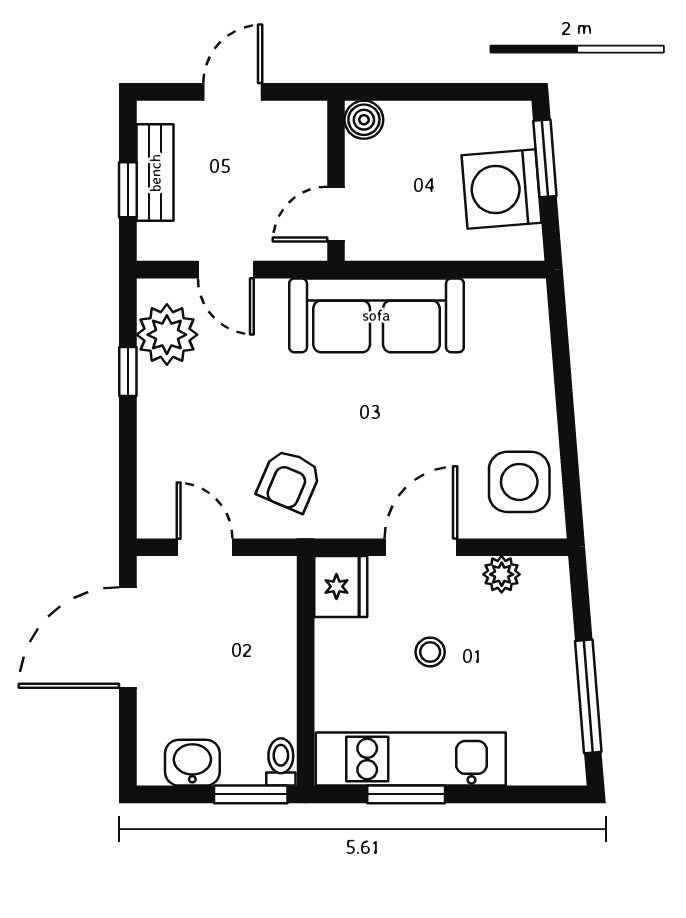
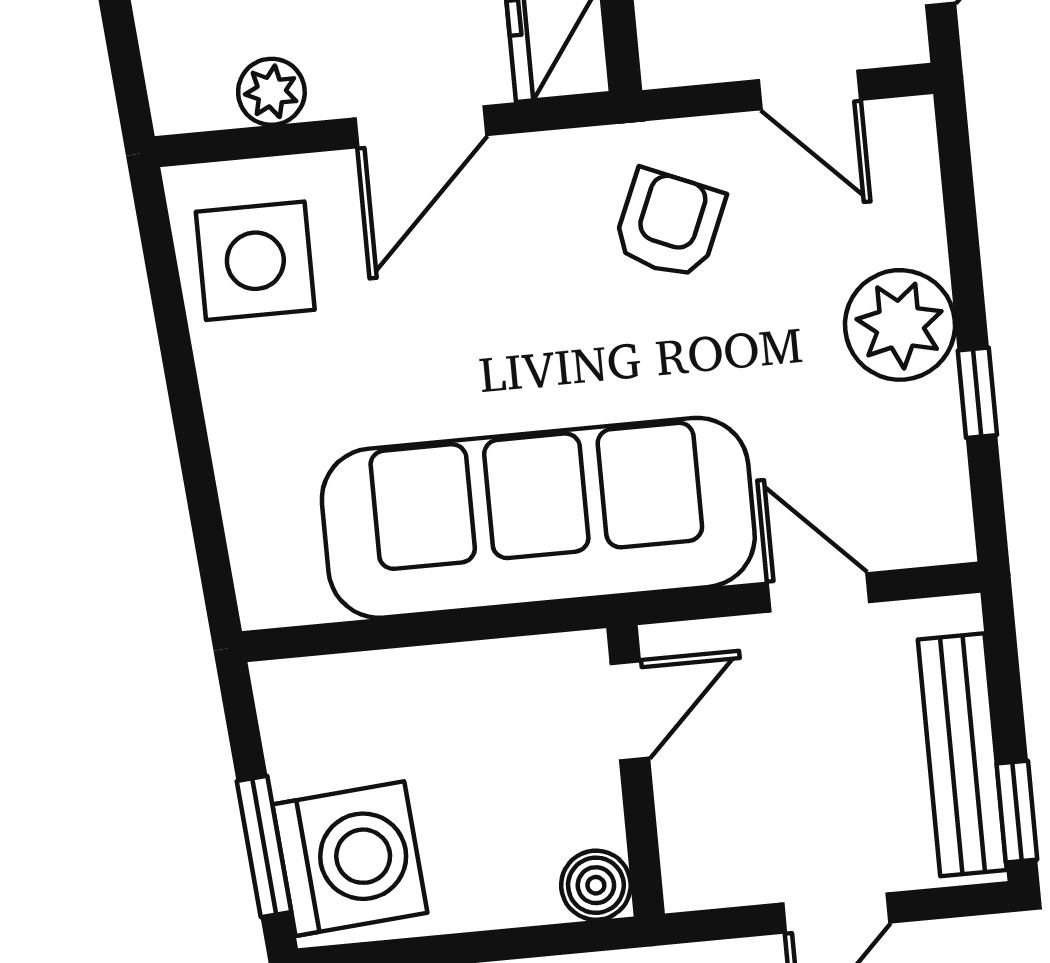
bench: (155, 173) -> (962, 755), width x1.36
washing machine: (502, 189) -> (350, 859), moved
window: (128, 190) -> (1017, 812), moved
sofa: (376, 315) -> (538, 518), width x1.36, depth x1.27
plant: (167, 335) -> (900, 325), moved

